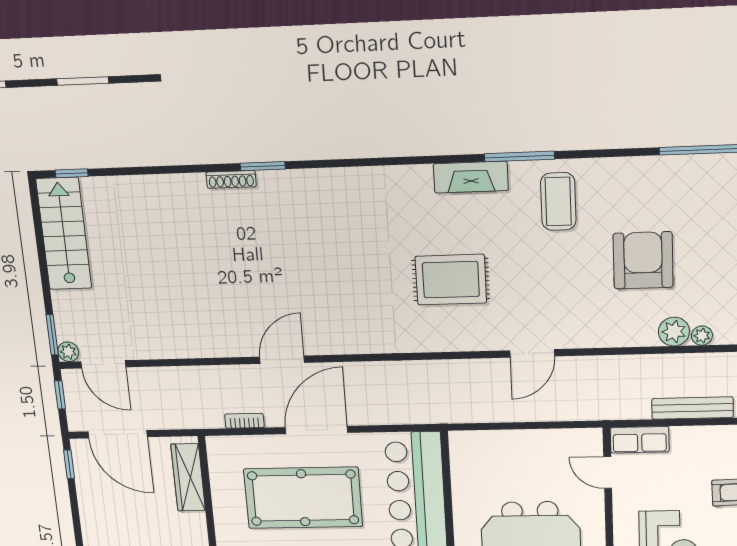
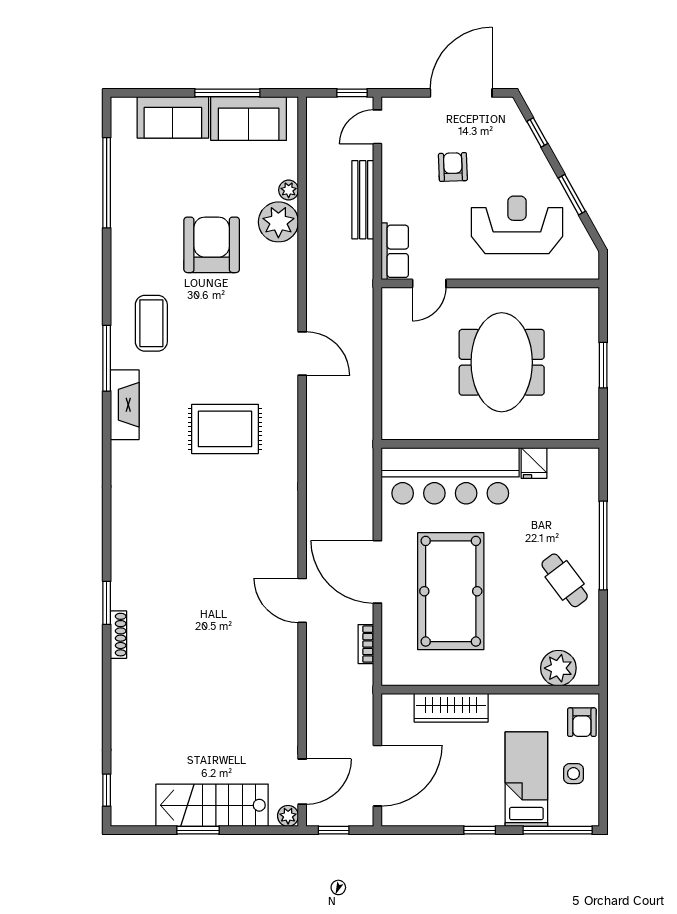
coffee table: (558, 202) -> (151, 323), turned 90
stairs: (64, 234) -> (212, 805), moved
armchair: (643, 260) -> (212, 245), turned 90
rug: (451, 280) -> (225, 429), turned 90
plant: (674, 332) -> (278, 222), width x1.36, depth x1.36
window: (52, 335) -> (198, 830), moved
window: (69, 464) -> (480, 830), moved
wardrobe: (188, 477) -> (451, 708), moved

